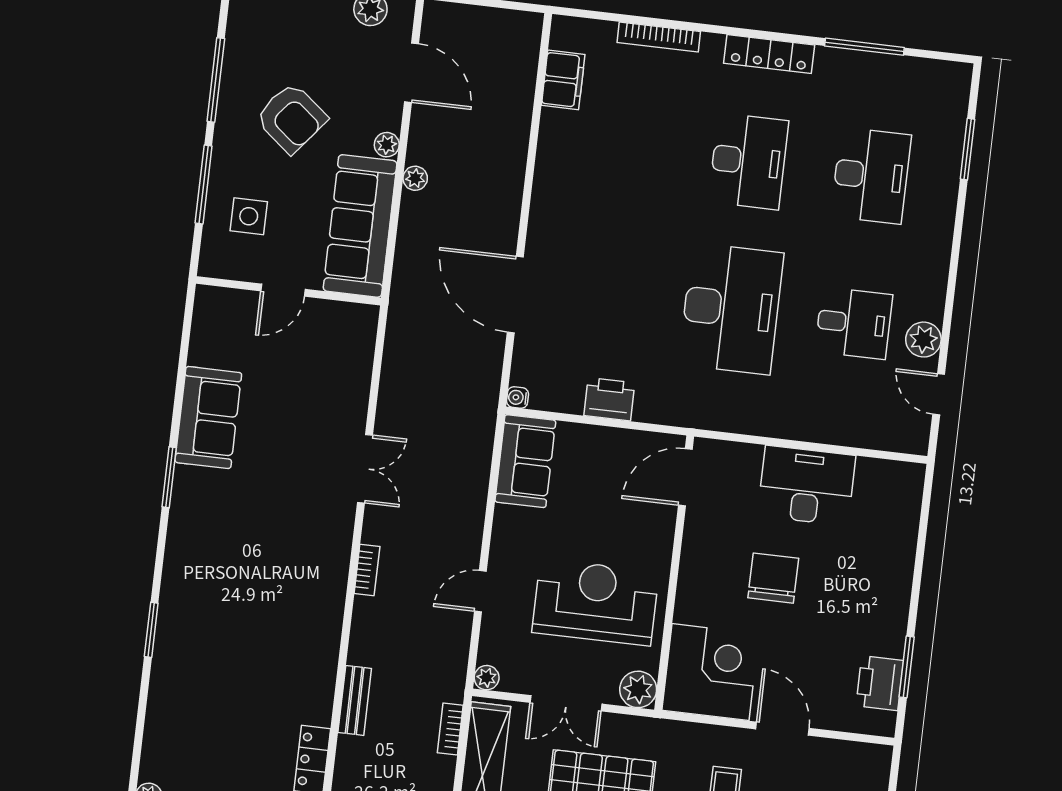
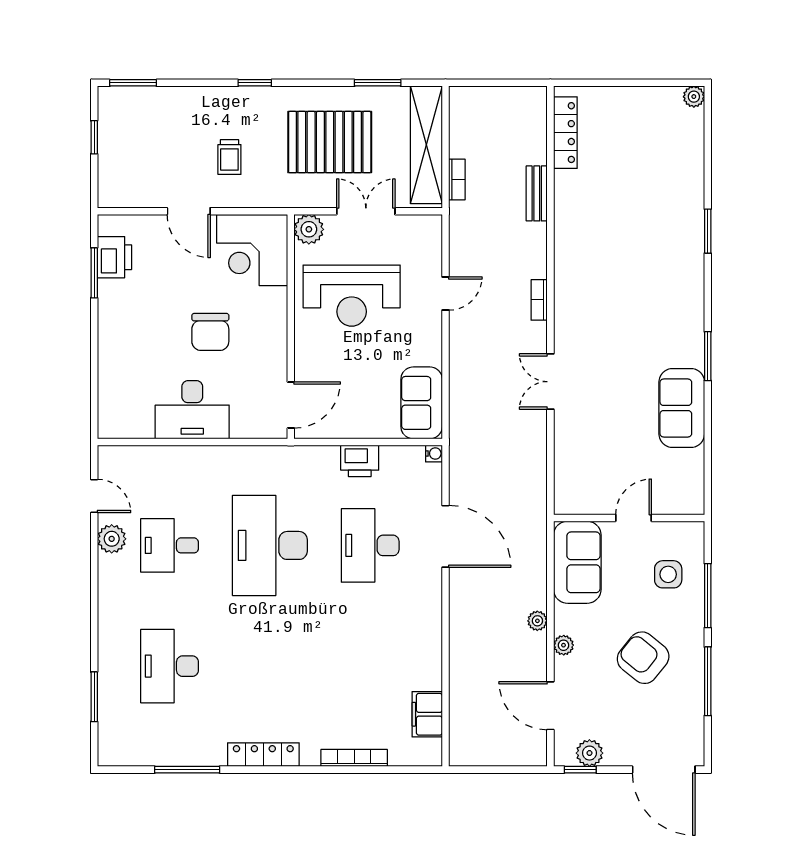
desk: (748, 161) -> (370, 545), moved
sofa: (360, 226) -> (577, 562), width x0.73
plant: (487, 678) -> (432, 224), removed

